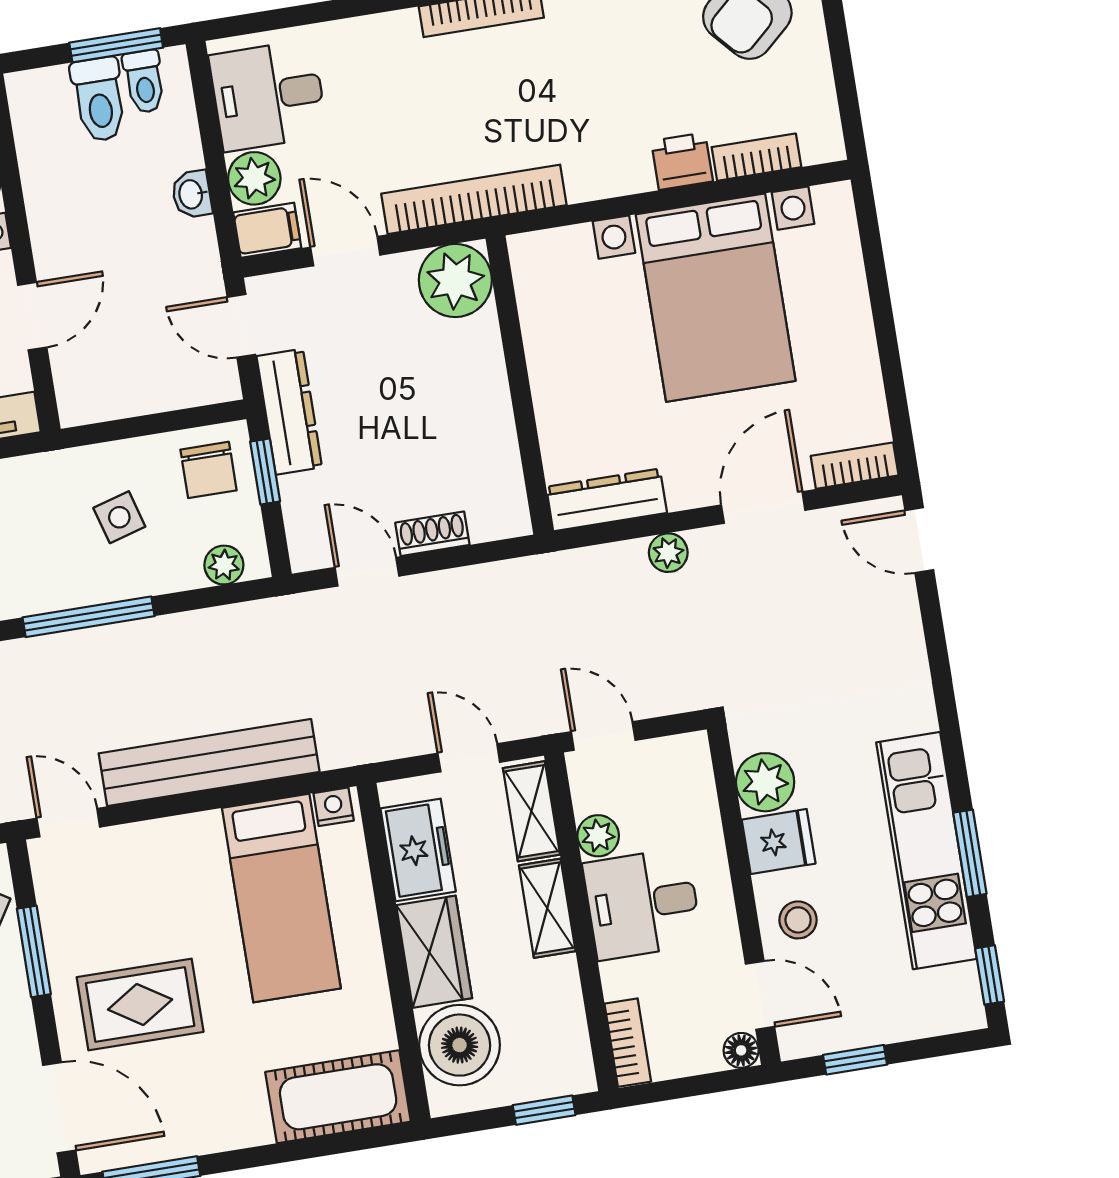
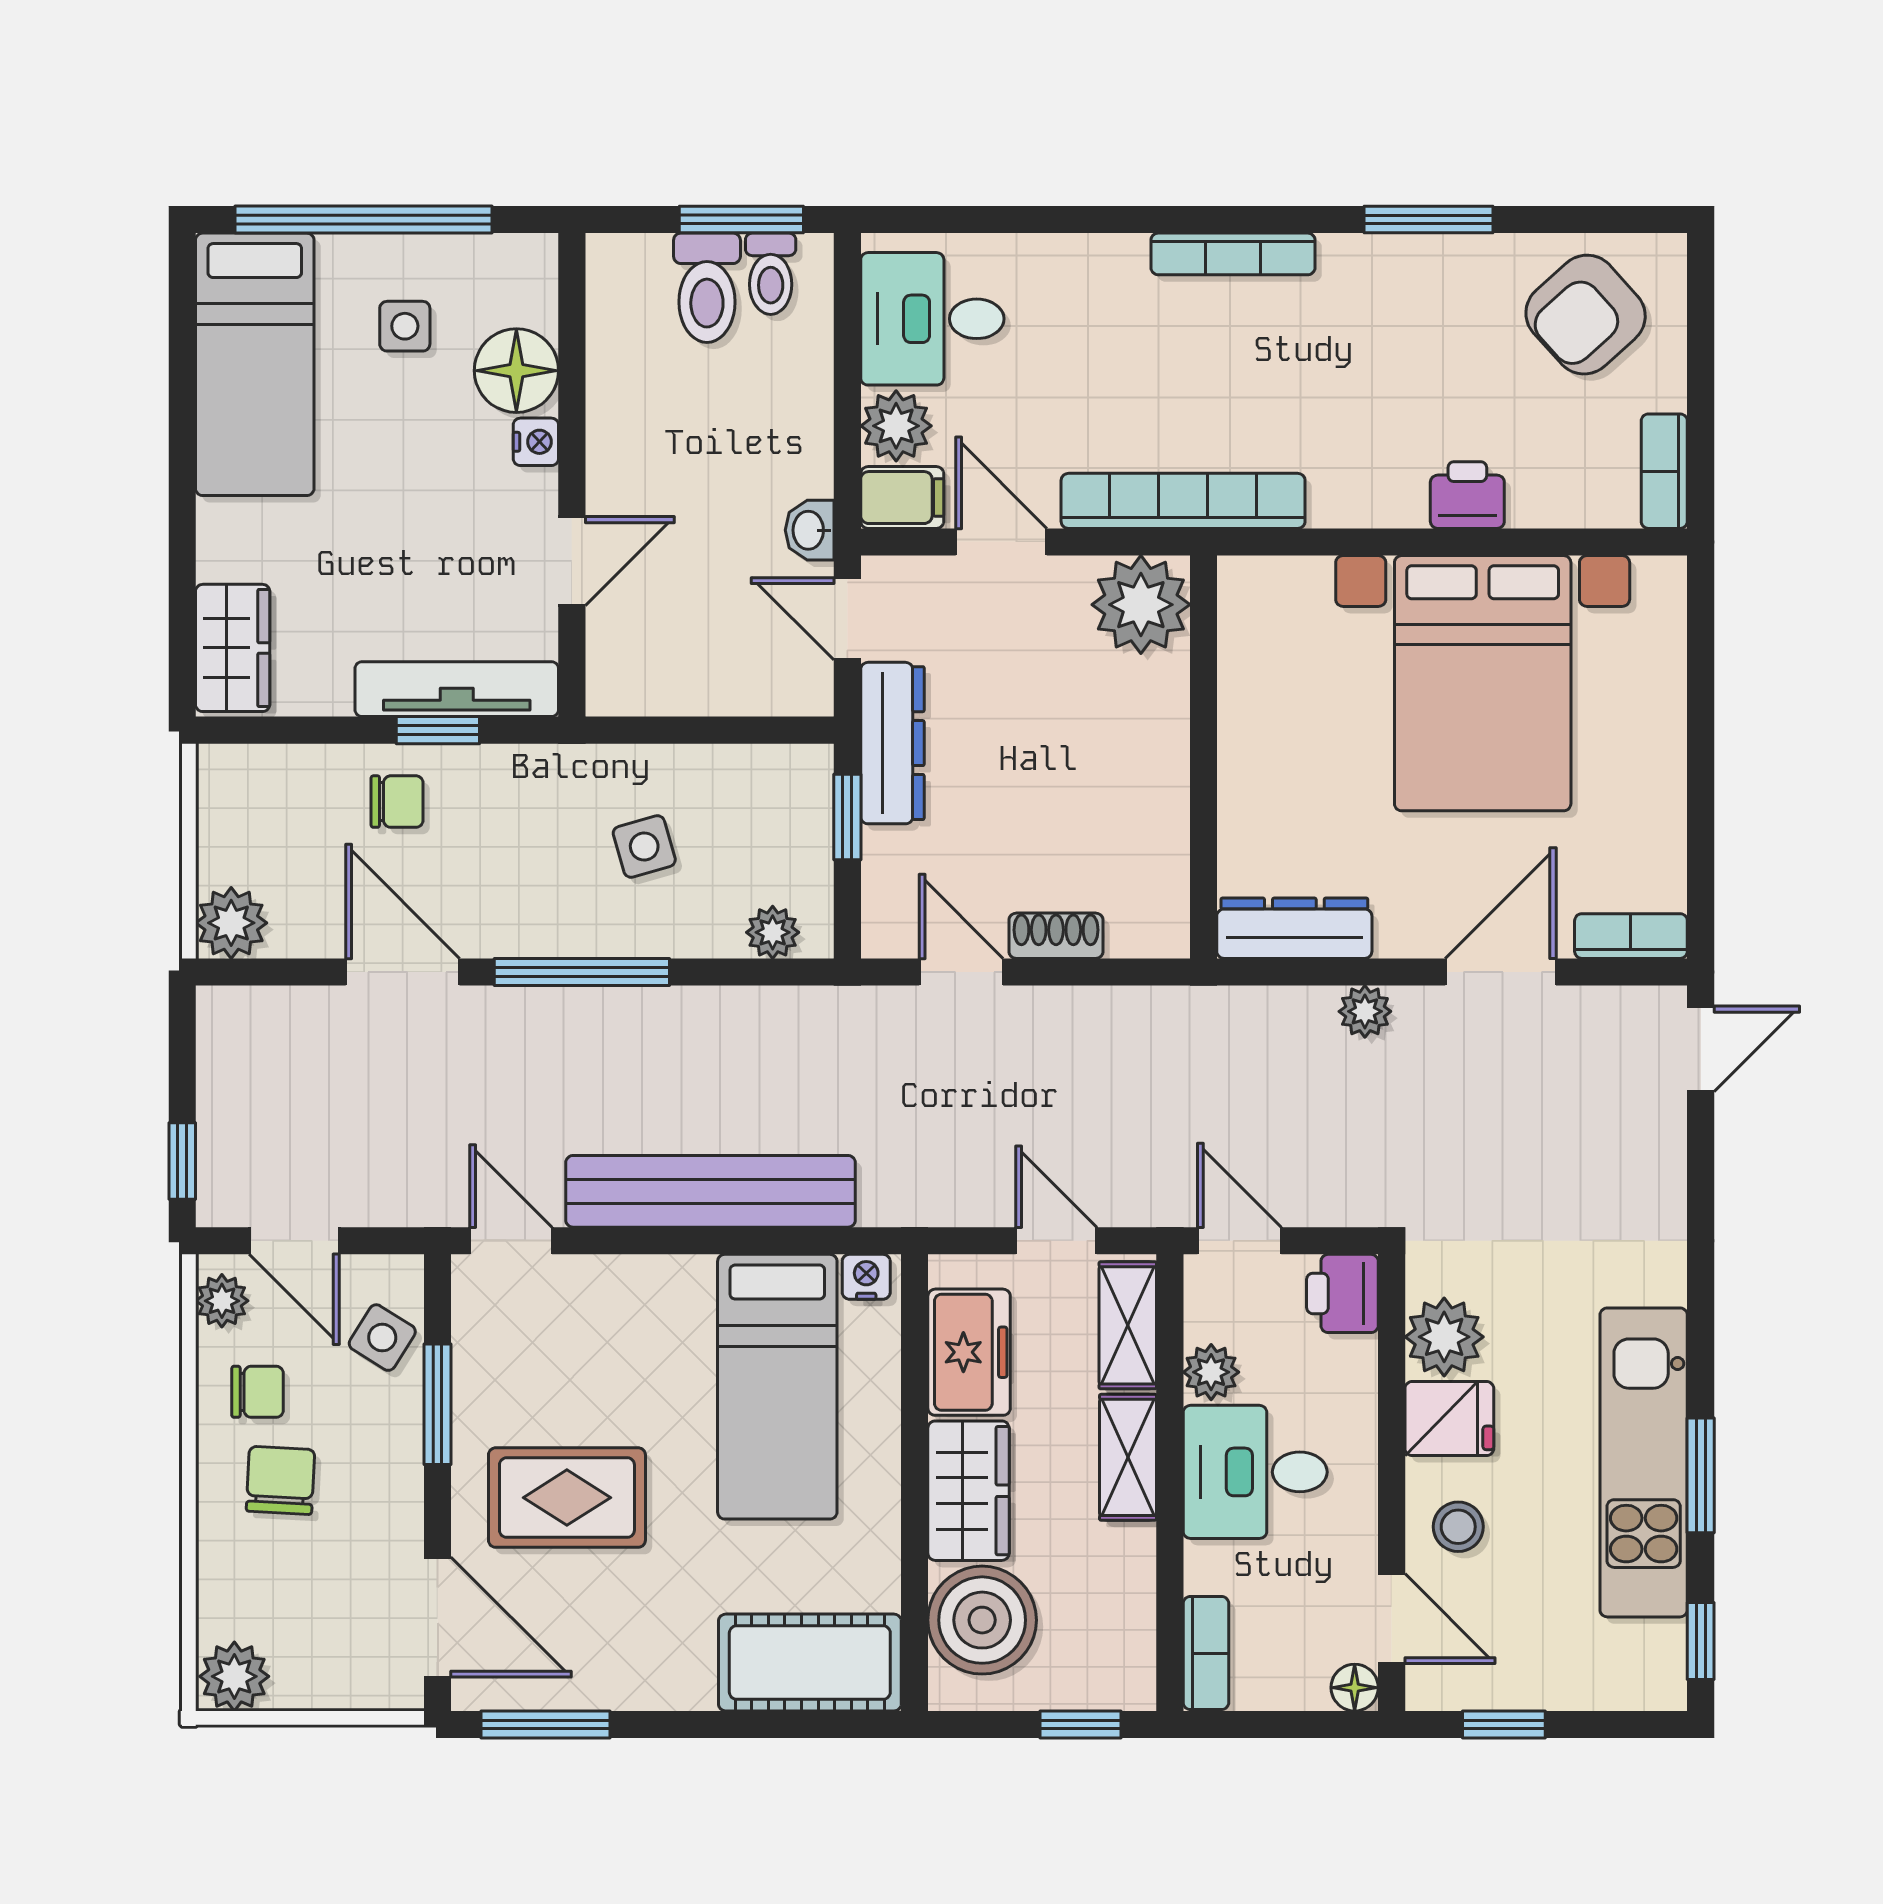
bookcase: (756, 157) -> (1664, 471), moved, turned -90
washbasin: (192, 194) -> (810, 530), moved
chair: (209, 470) -> (773, 803), removed
door: (919, 540) -> (1701, 1049), swing flipped
printer: (685, 762) -> (1342, 1293), added

